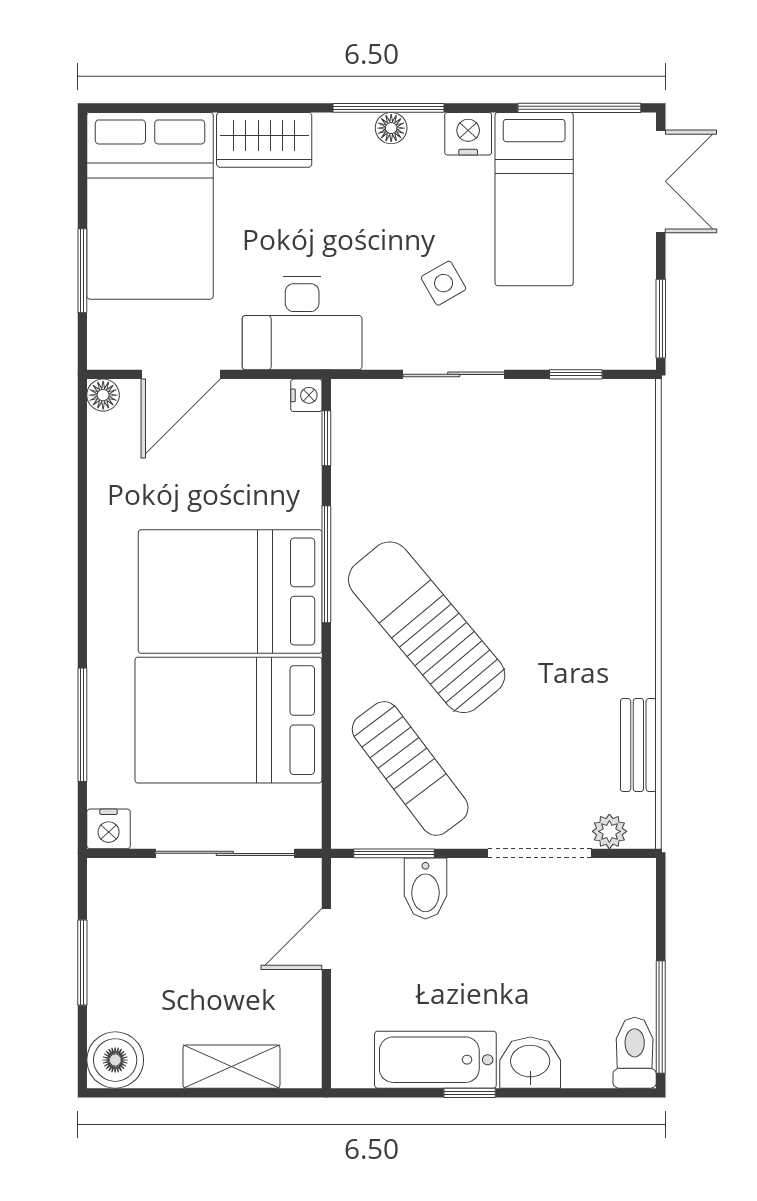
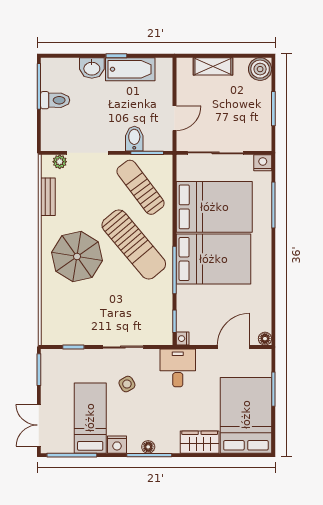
desk: (302, 323) -> (178, 368), width x0.73
parasol: (567, 598) -> (77, 256), added
toilet: (635, 1053) -> (55, 100), moved, turned -90

